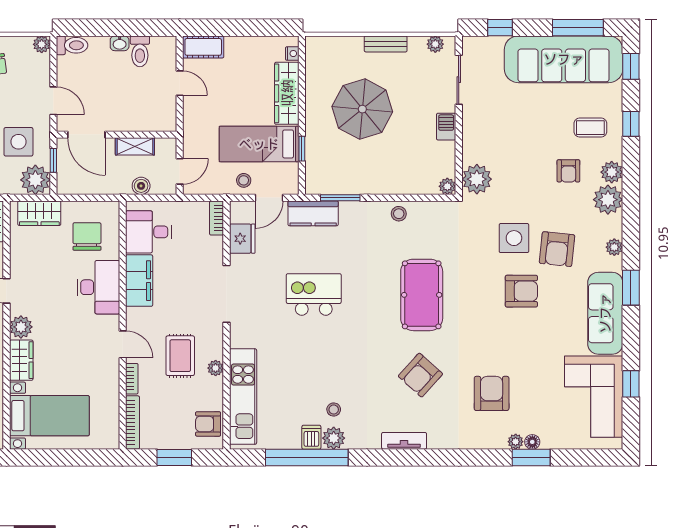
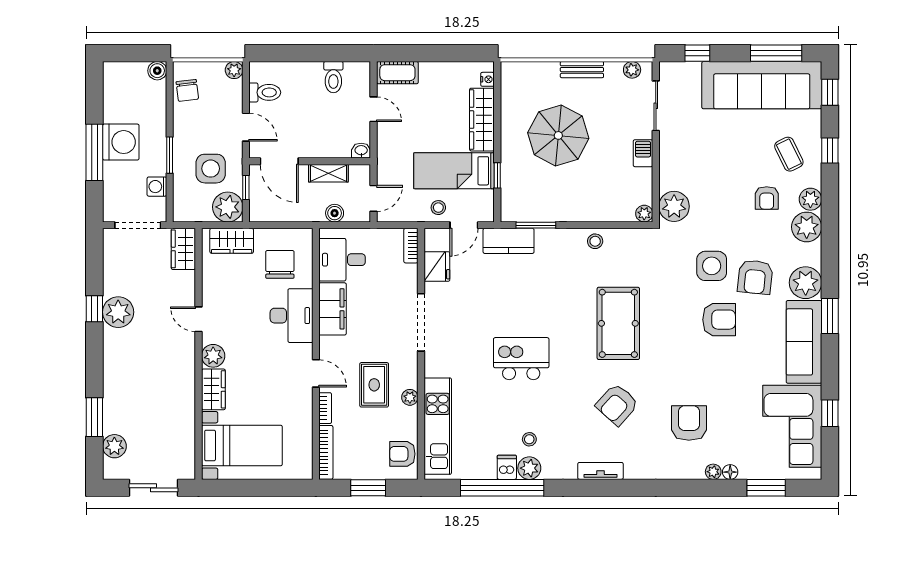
washbasin: (120, 43) -> (361, 151), moved, turned 180
toilet: (72, 45) -> (265, 92), moved
coffee table: (590, 128) -> (789, 154), turned 64
plant: (614, 247) -> (806, 283), width x1.88, depth x1.88
kitchen island: (314, 294) -> (521, 359), moved
window: (531, 457) -> (766, 488), moved

